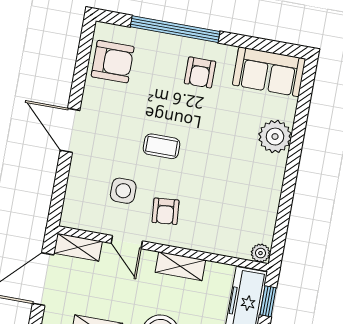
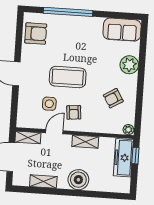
armchair: (200, 72) -> (113, 98), moved, turned 59
coffee table: (162, 146) -> (68, 77), width x1.86, depth x1.72
door: (127, 242) -> (54, 132), swing flipped

